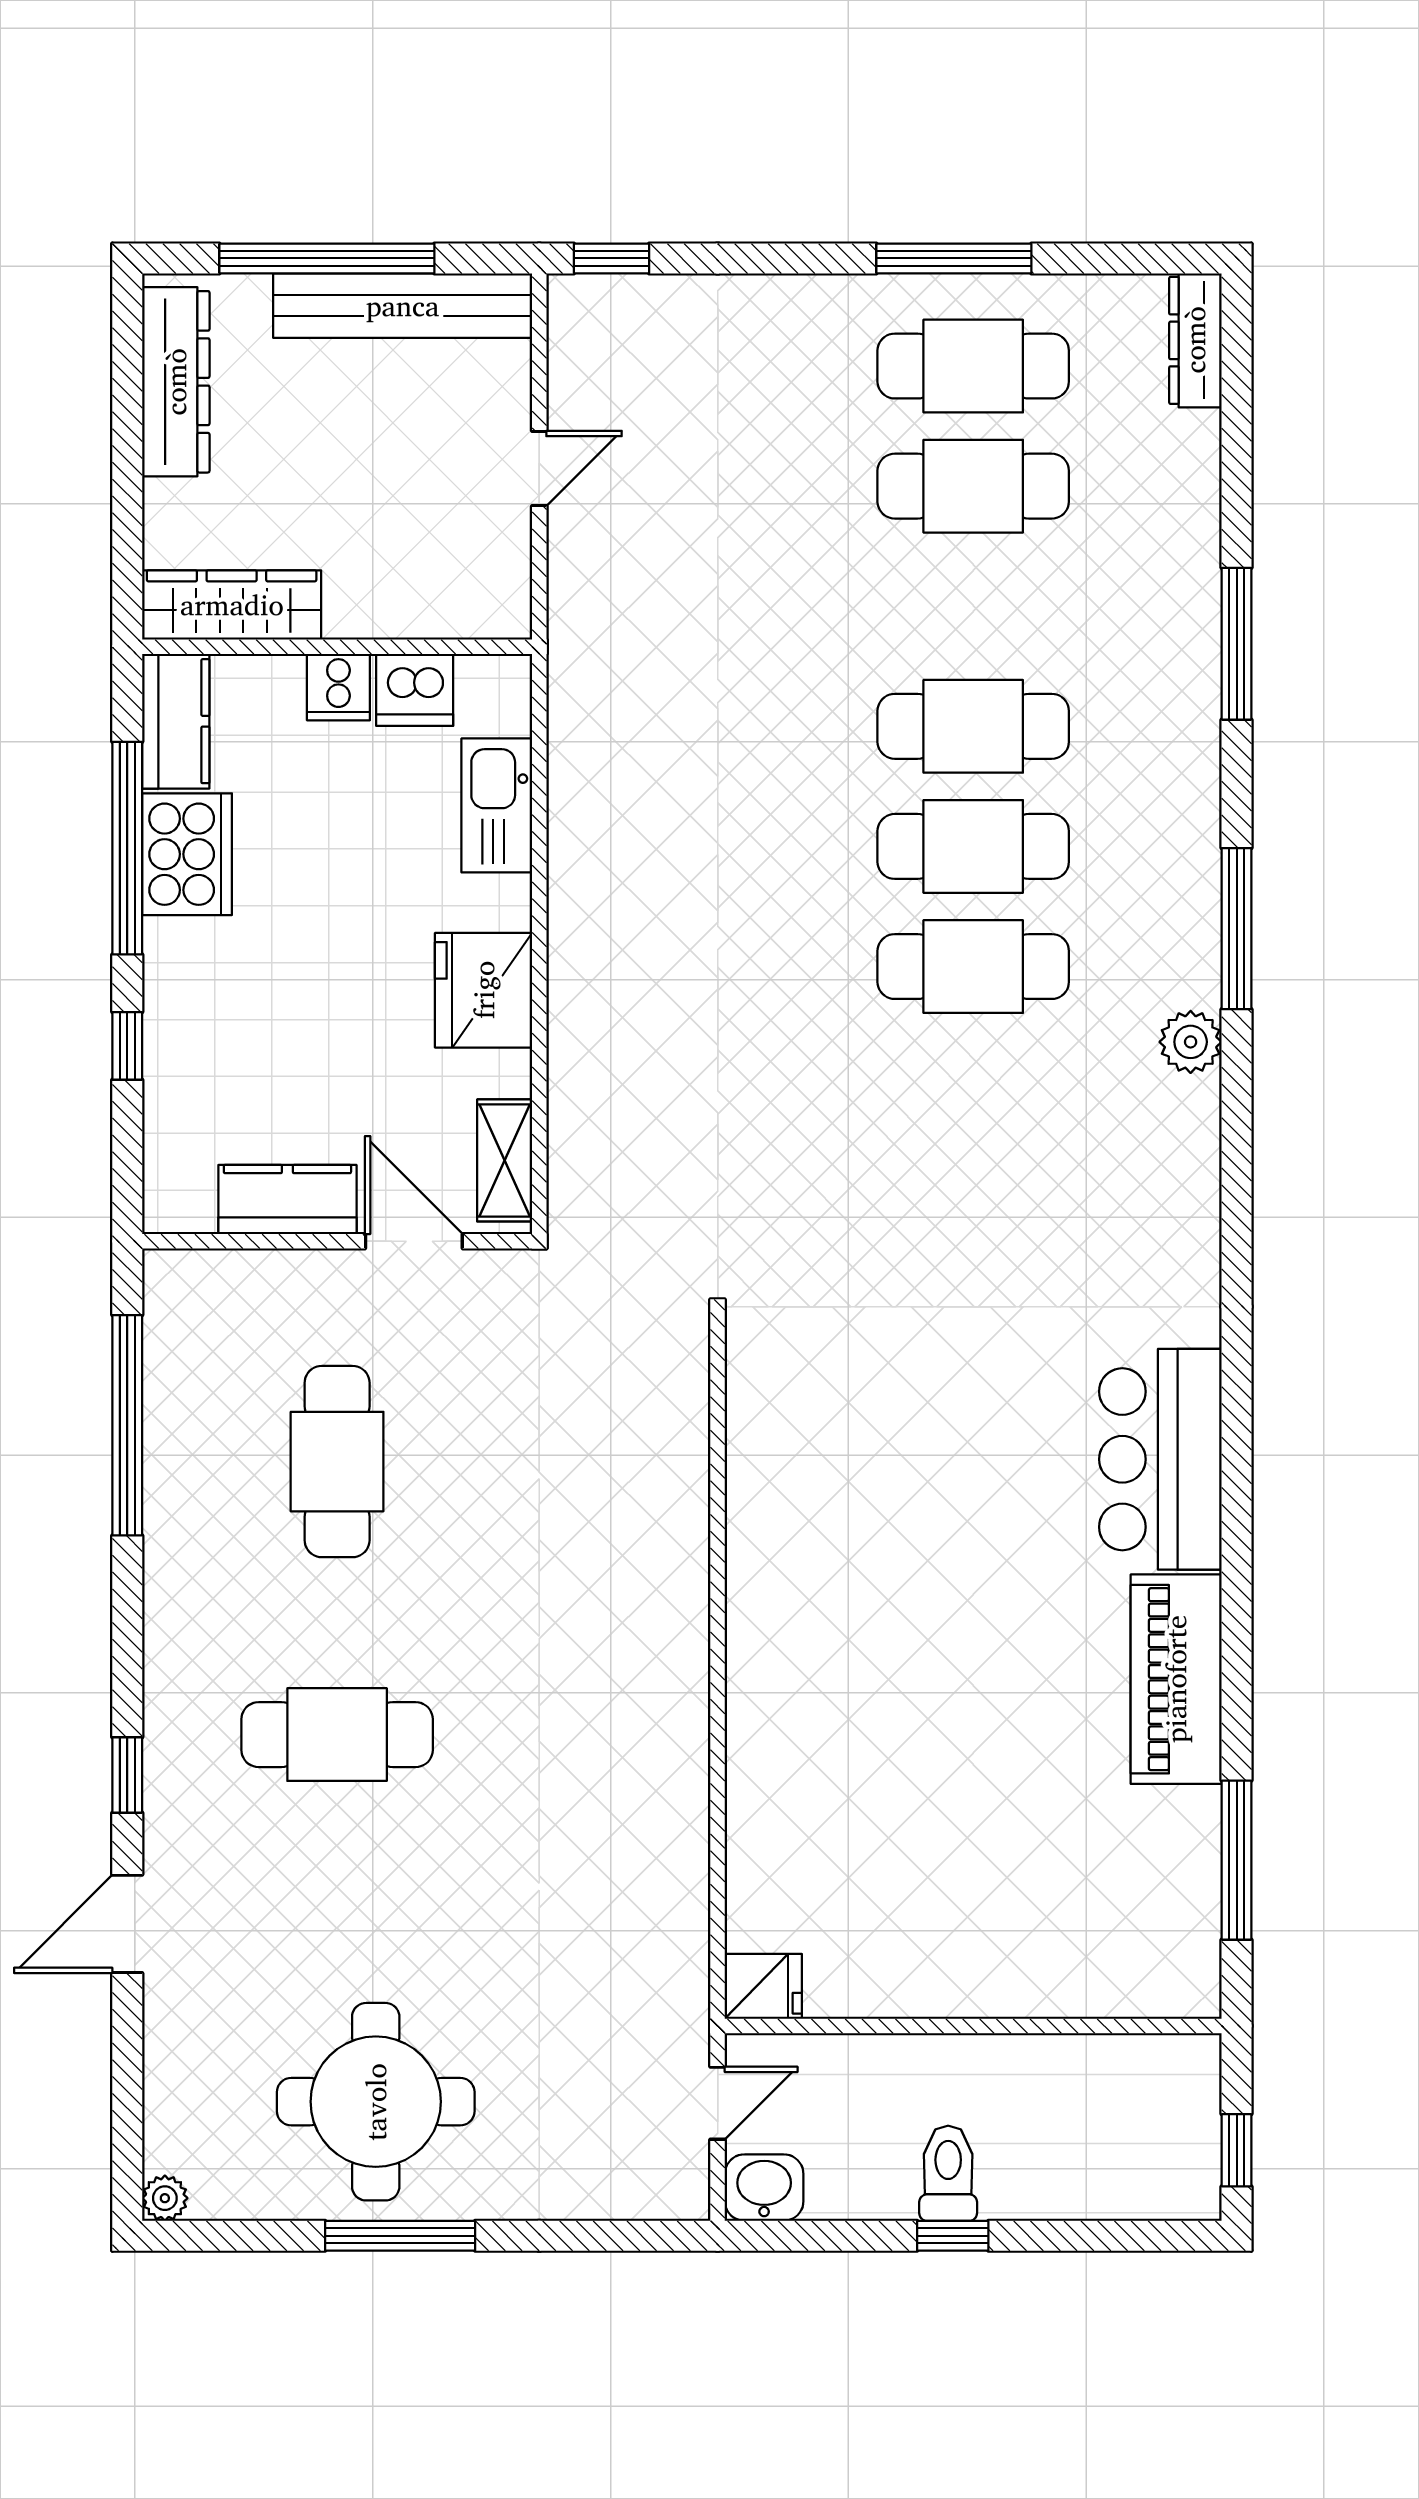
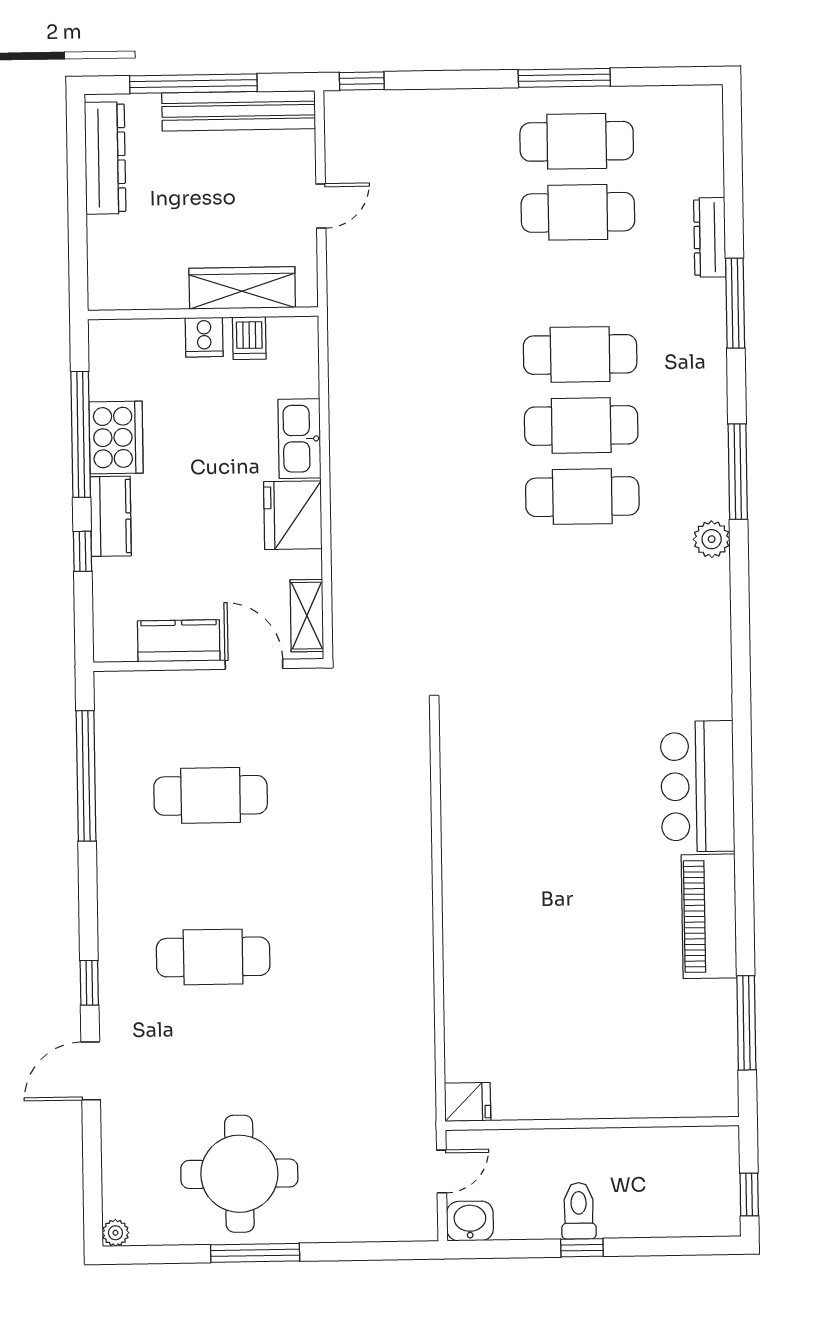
dresser: (1195, 340) -> (710, 237), moved
wardrobe: (232, 605) -> (242, 288), moved
dishwasher: (415, 690) -> (249, 338), width x0.73
kitchen counter: (176, 721) -> (111, 516), moved
kitchen sink: (497, 805) -> (299, 439), moved
cafe table: (337, 1462) -> (211, 795), turned 90

